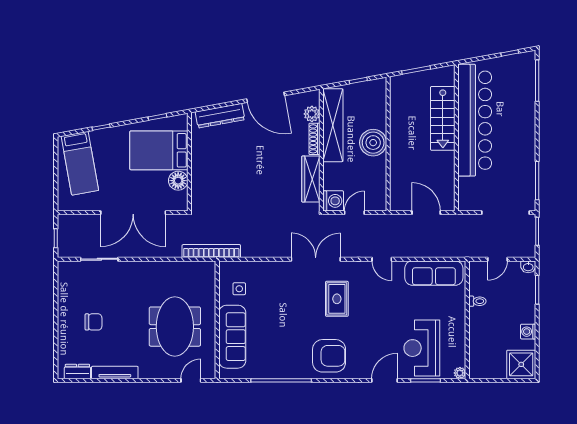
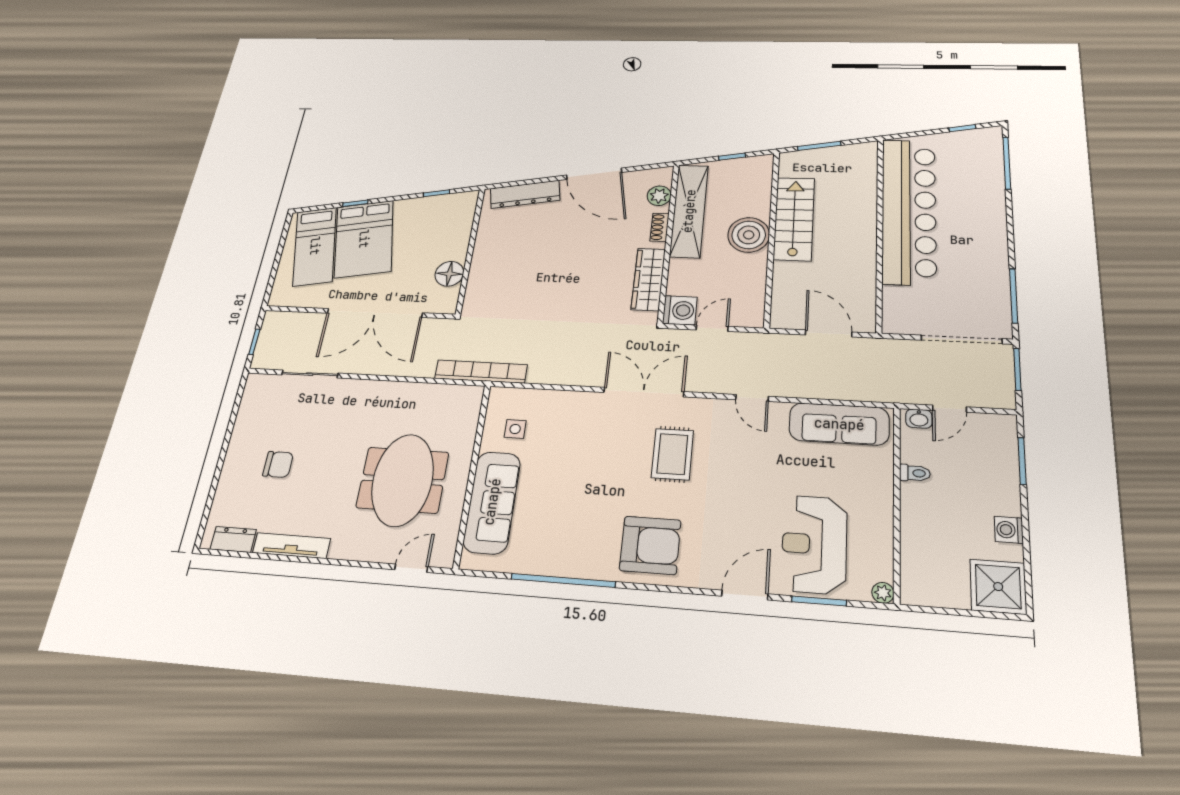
stairs: (443, 118) -> (794, 219), moved, turned 180
shoe rack: (314, 139) -> (660, 227), width x0.70
bed: (159, 150) -> (364, 239), moved, turned -100
washbasin: (528, 267) -> (919, 419), moved

